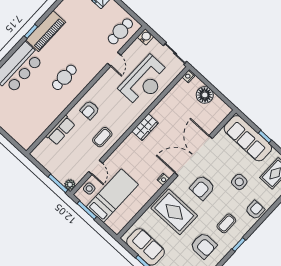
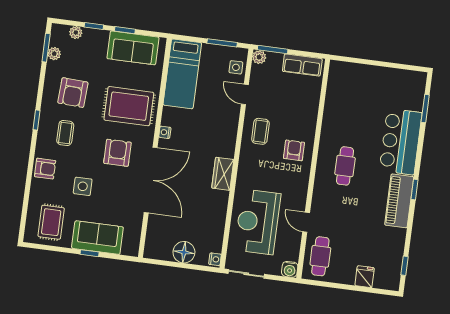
row of seats: (61, 130) -> (302, 65), moved, turned -90
sofa: (248, 138) -> (97, 238), width x0.73
bed: (112, 196) -> (182, 74), moved
armchair: (255, 210) -> (45, 169), turned -90
armchair: (204, 246) -> (73, 93), turned -87

